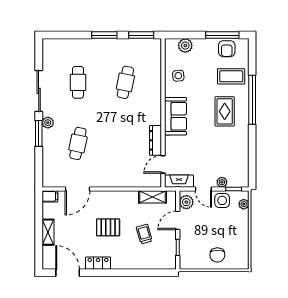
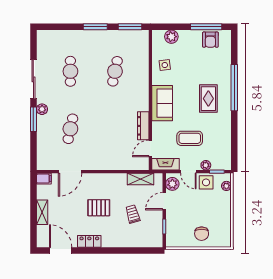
coffee table: (231, 76) -> (190, 138), moved

